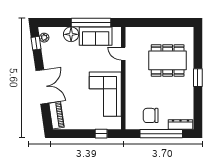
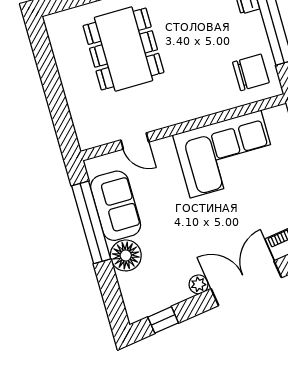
plant: (44, 38) -> (198, 284), moved
door: (123, 54) -> (135, 141), hinge flipped
chair: (151, 115) -> (251, 72), moved, turned -90

